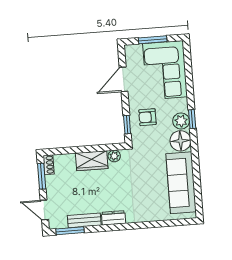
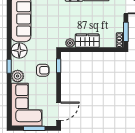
door: (124, 79) -> (59, 111), moved
plant: (181, 121) -> (18, 76), moved

